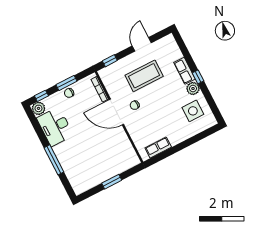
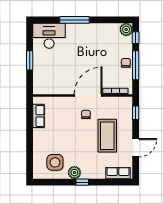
door: (142, 44) -> (136, 148), hinge flipped
row of seats: (184, 71) -> (118, 173), moved
window: (67, 83) -> (136, 65), width x1.44
desk: (55, 127) -> (49, 36), moved

